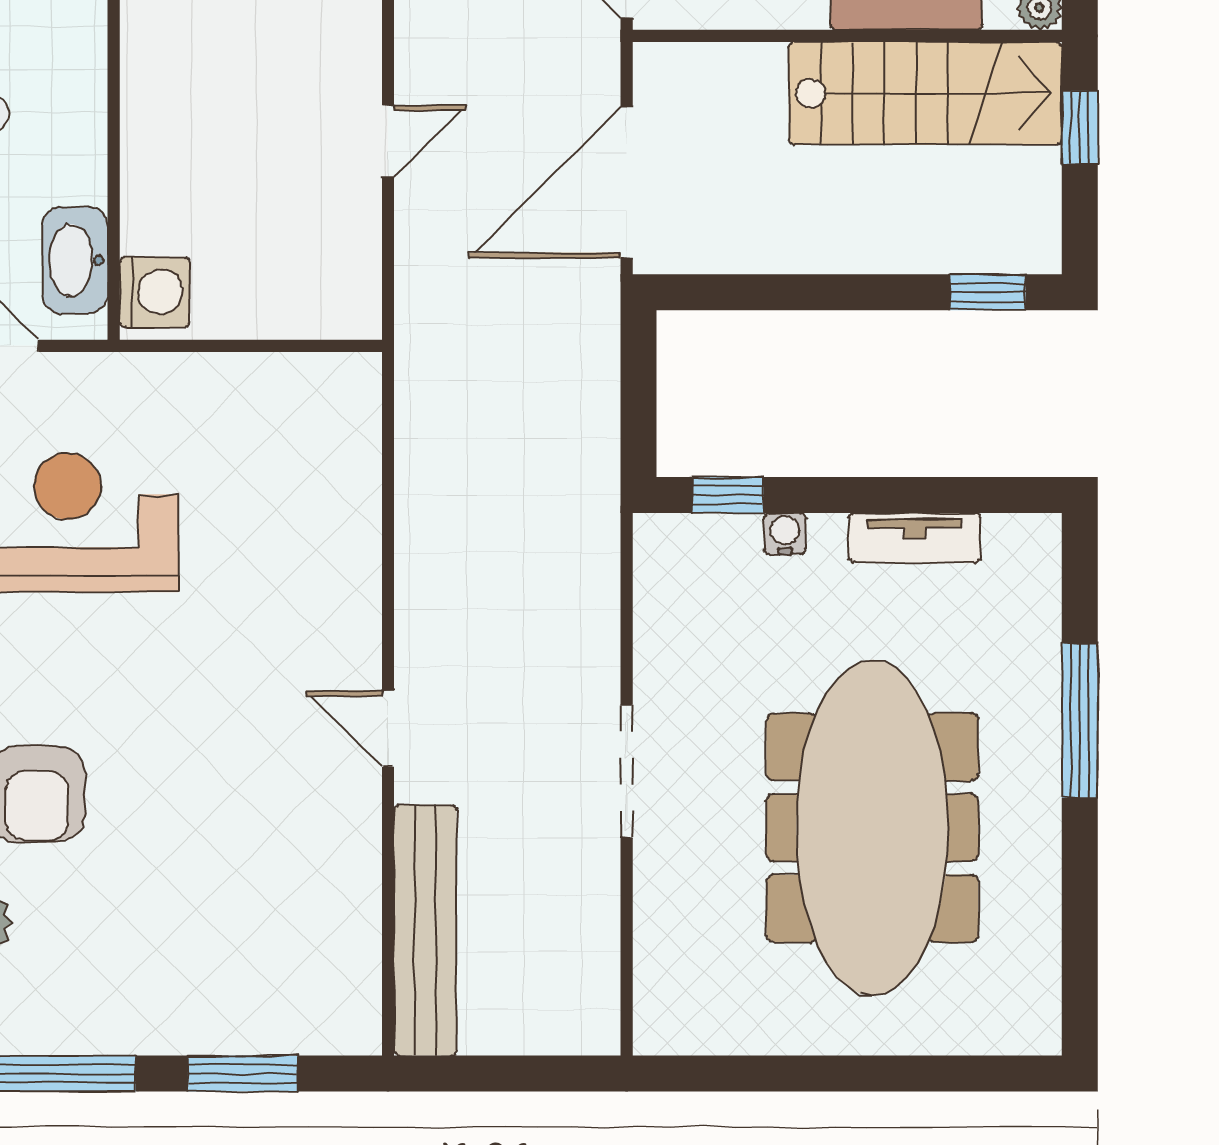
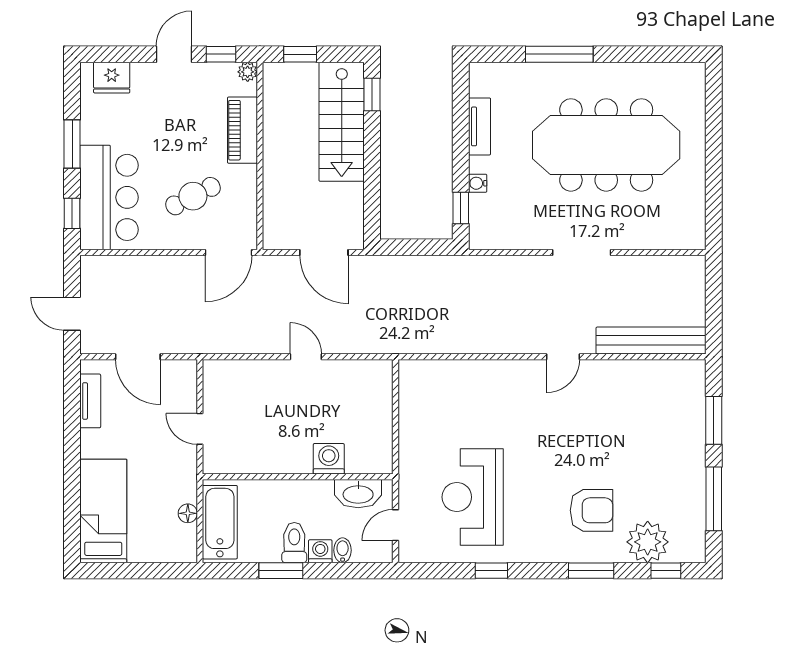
stairs: (925, 93) -> (342, 122), moved, turned 180
door: (627, 182) -> (324, 252), width x0.73
washing machine: (155, 292) -> (329, 459), moved

